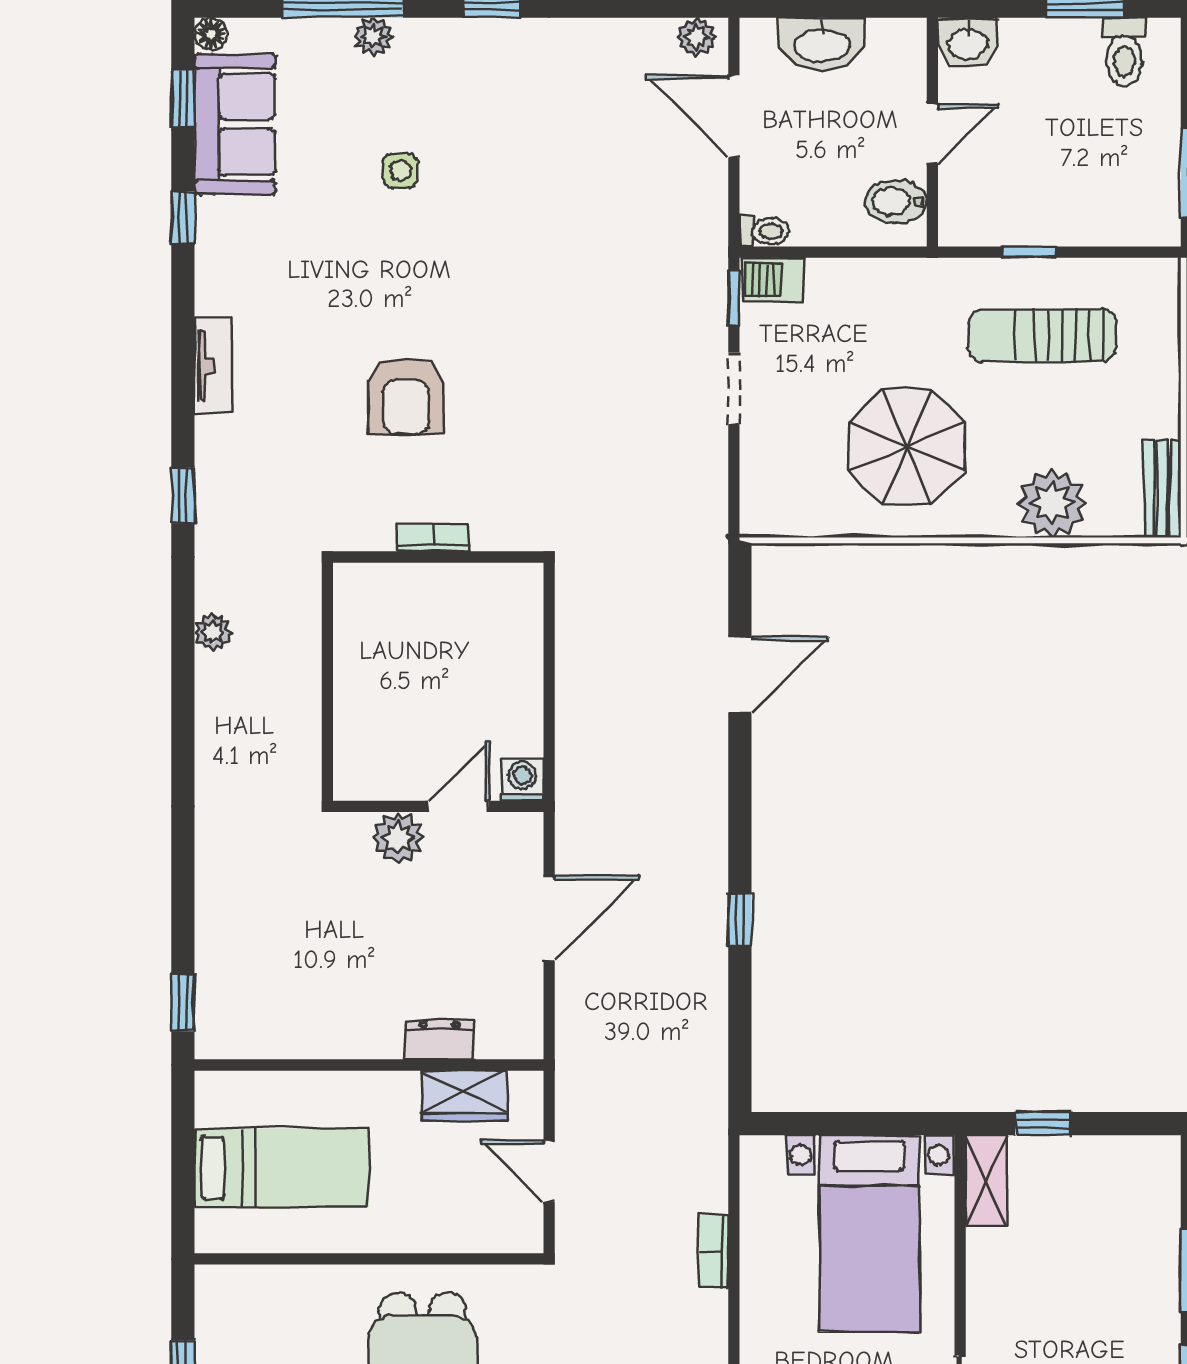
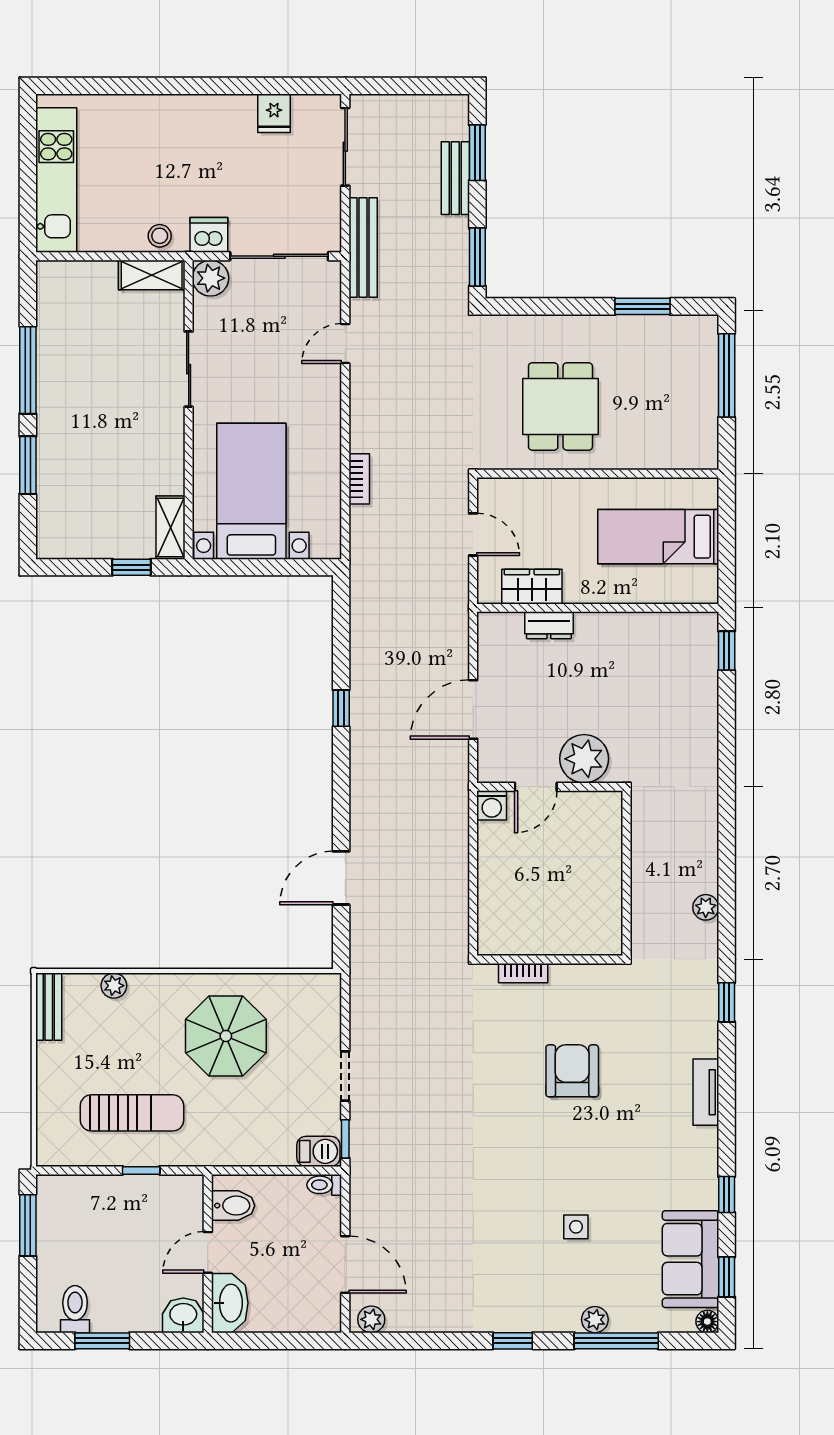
washbasin: (822, 44) -> (230, 1303), moved, turned 90
plant: (1052, 503) -> (114, 986), width x0.53, depth x0.53
bookcase: (433, 537) -> (523, 973), moved
plant: (398, 838) -> (584, 759), width x1.36, depth x1.36

